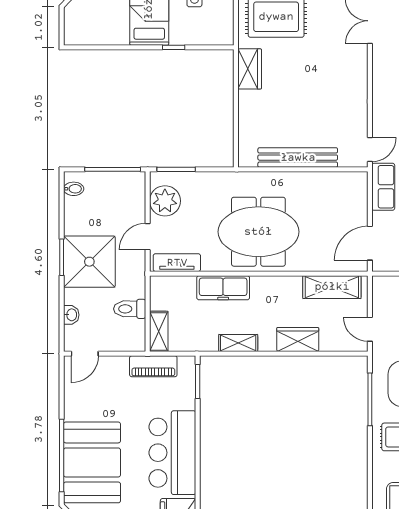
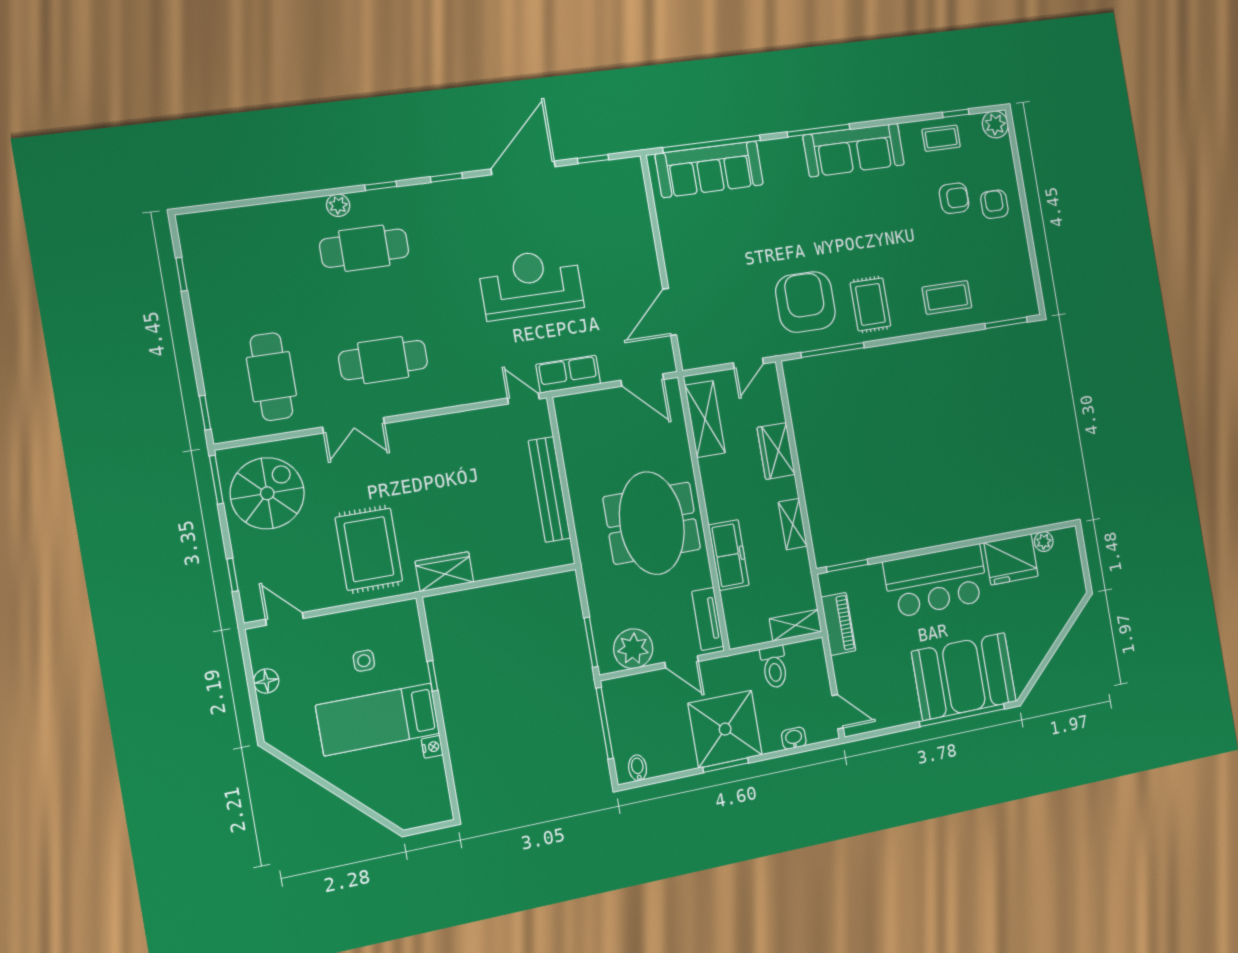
nightstand: (121, 38) -> (432, 747), added

